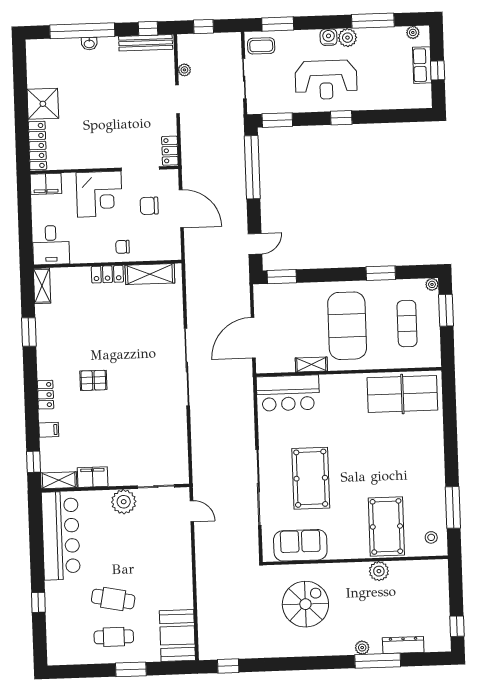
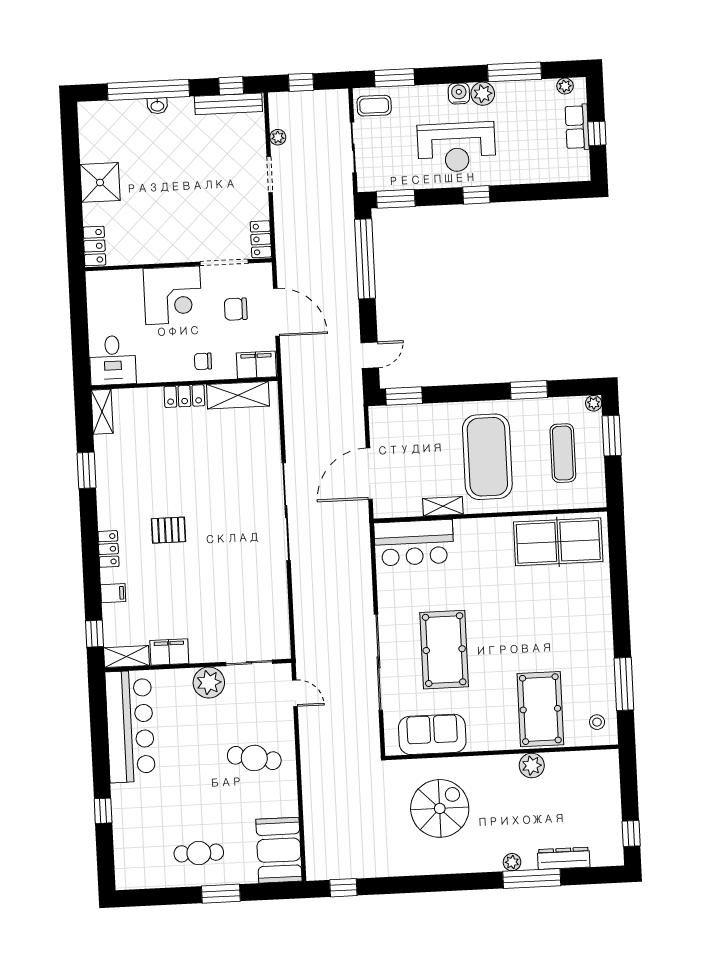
locker: (37, 146) -> (94, 246), width x0.66
filing cabinet: (46, 184) -> (256, 365), moved, turned 180
cafe table: (113, 599) -> (254, 758), moved

